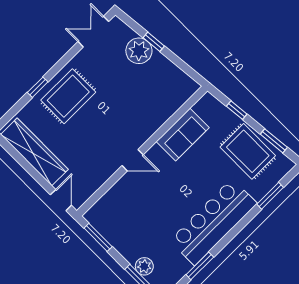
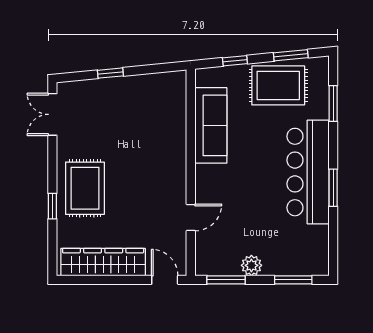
plant: (139, 51) -> (106, 93), removed
sofa: (183, 135) -> (211, 125), width x1.36
door: (133, 160) -> (191, 217), moved
plant: (144, 266) -> (251, 265), moved
window: (200, 266) -> (333, 188), moved

